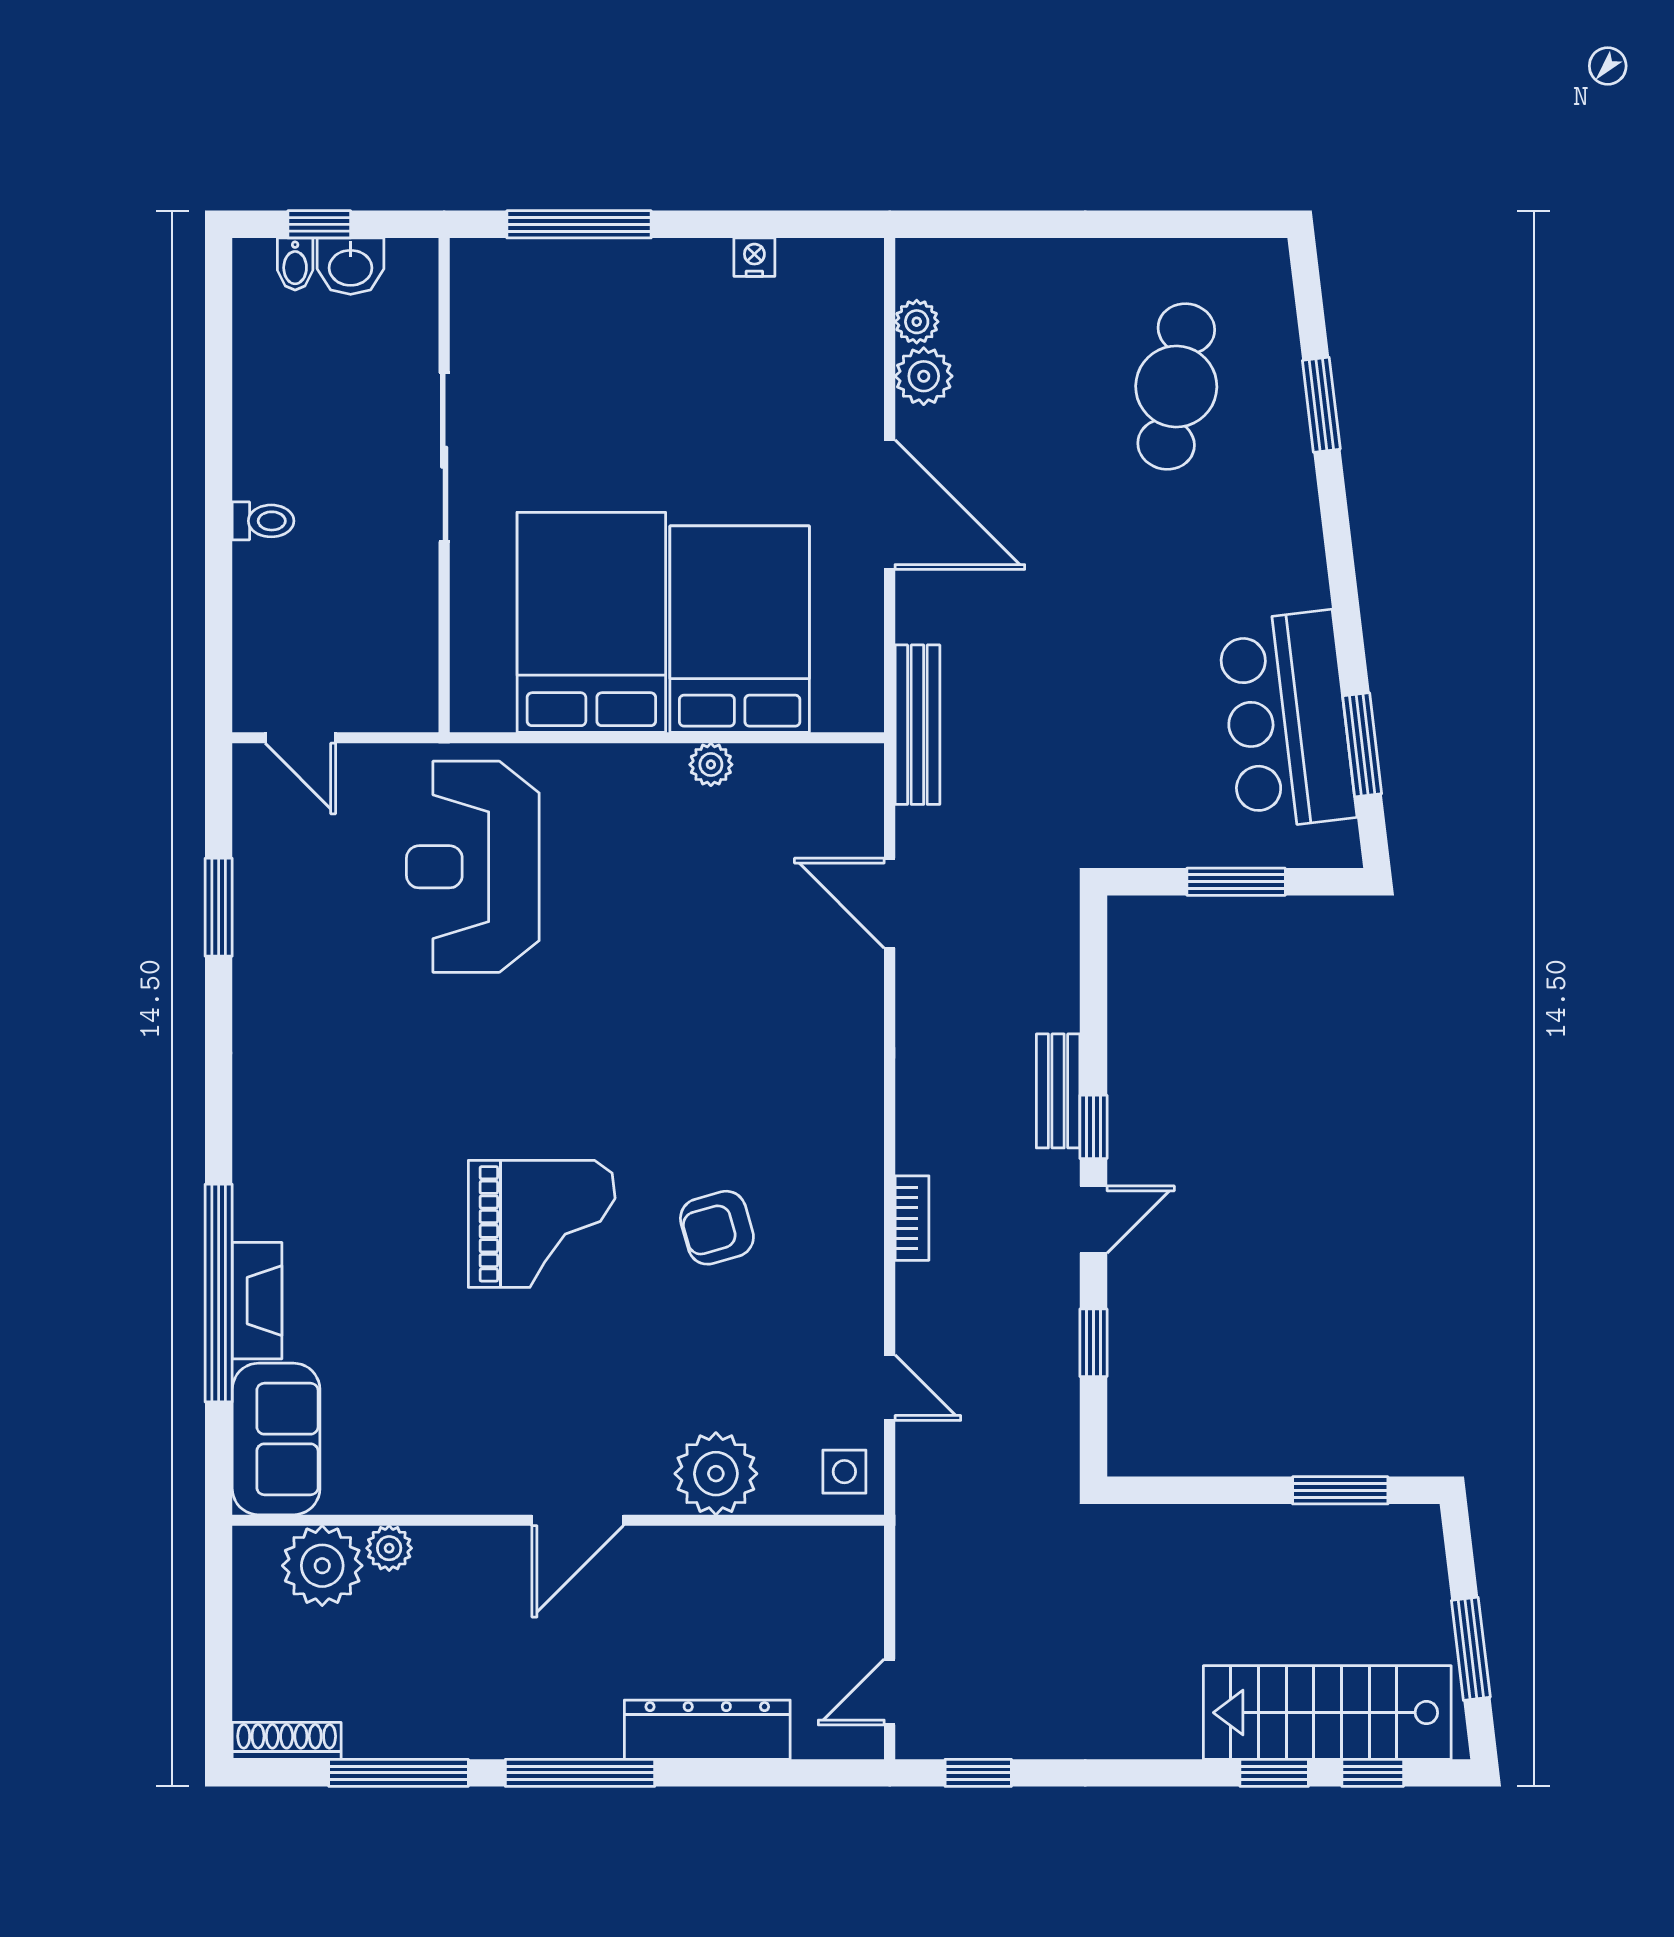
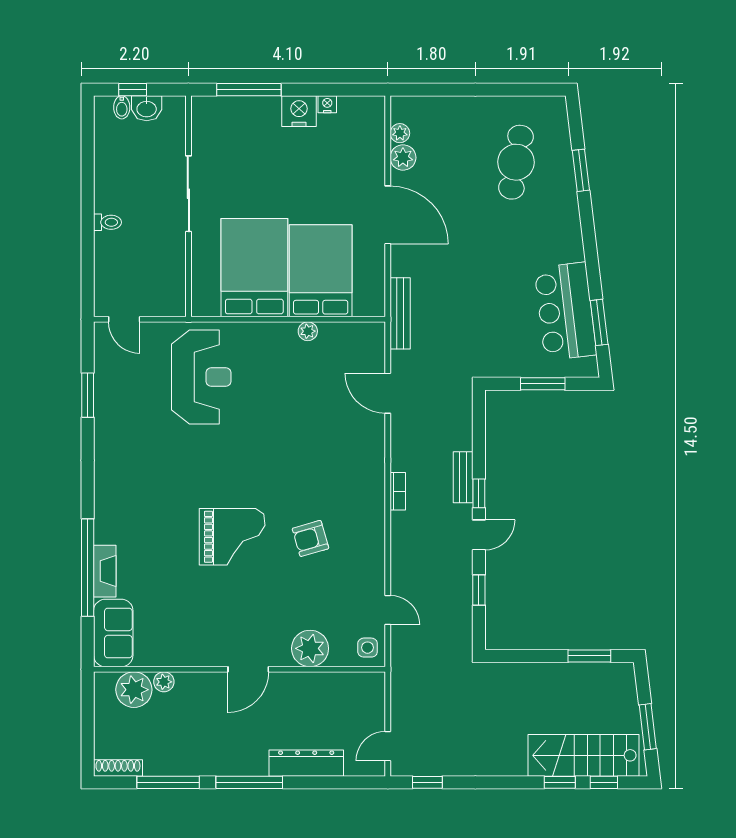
nightstand: (691, 272) -> (299, 111), added
reception desk: (473, 867) -> (201, 377), turned 180
bookcase: (912, 1218) -> (398, 491), moved

